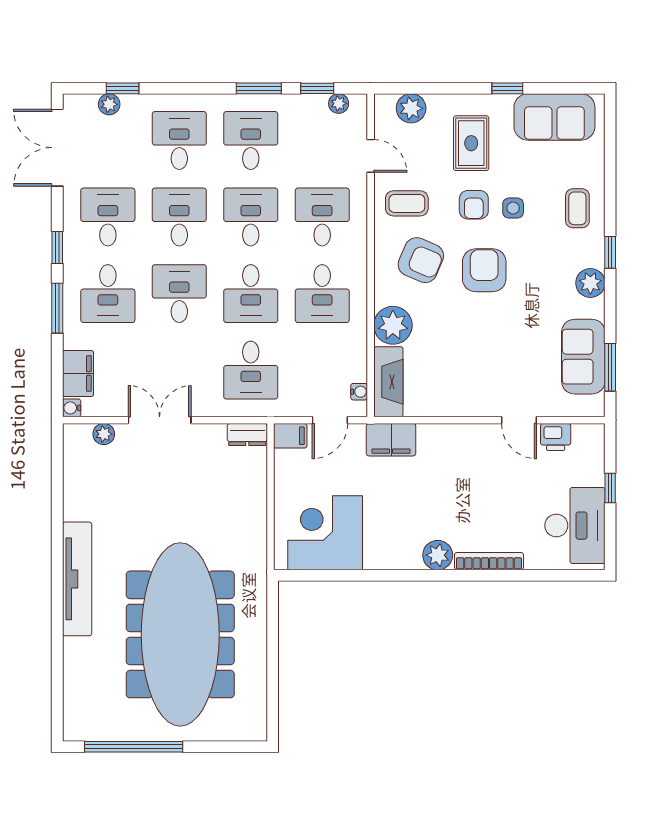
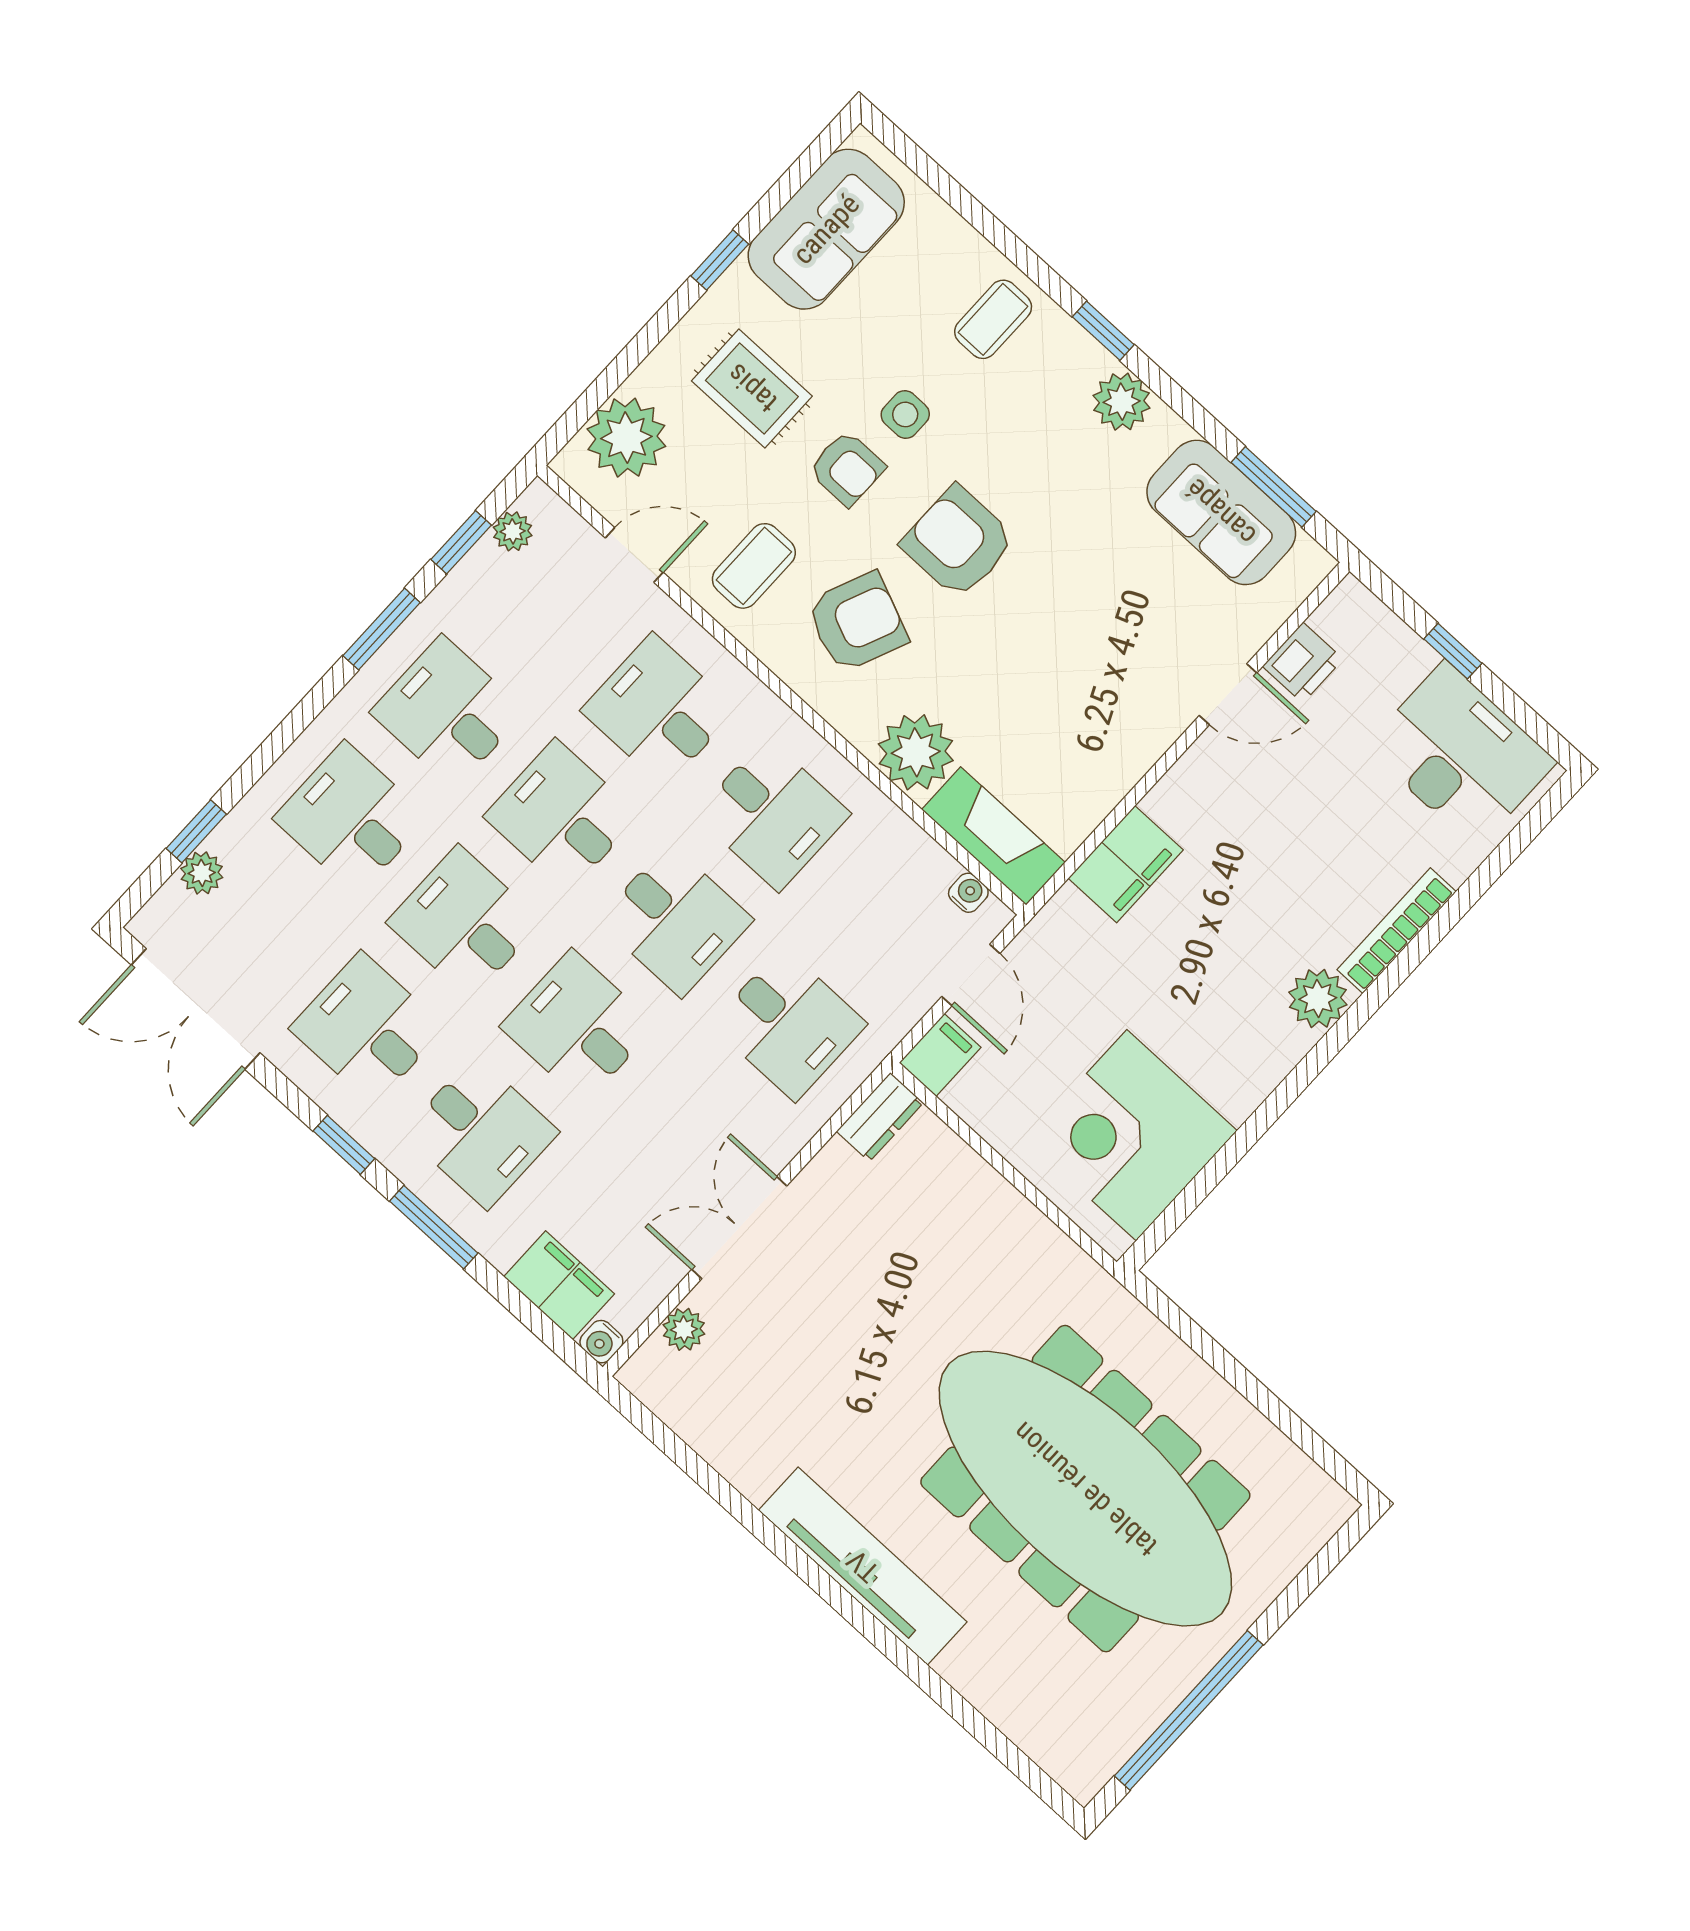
plant: (411, 108) -> (626, 438), width x1.36, depth x1.36
coffee table: (577, 208) -> (993, 319), turned 90
filing cabinet: (391, 440) -> (1126, 864), moved

